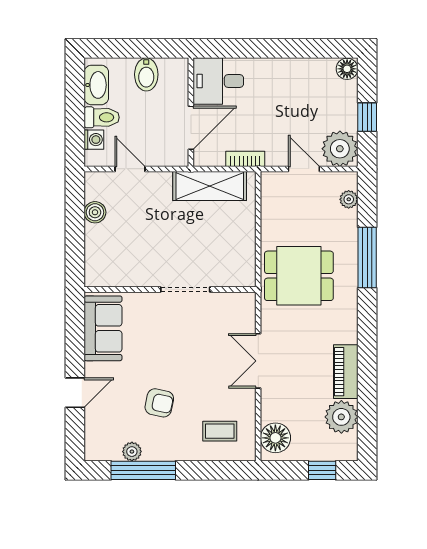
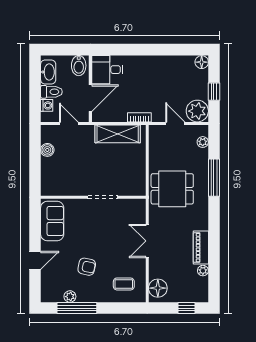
desk: (218, 81) -> (107, 70), moved
wall: (191, 112) -> (90, 89), moved
door: (191, 128) -> (90, 98), moved
plant: (341, 417) -> (203, 271), width x0.53, depth x0.53

